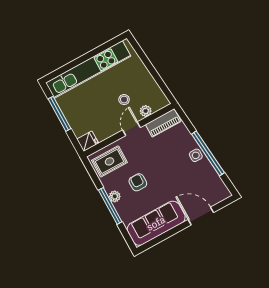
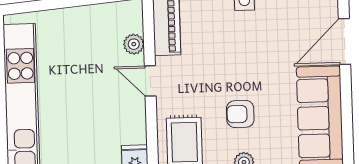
stool: (124, 100) -> (98, 69), removed

